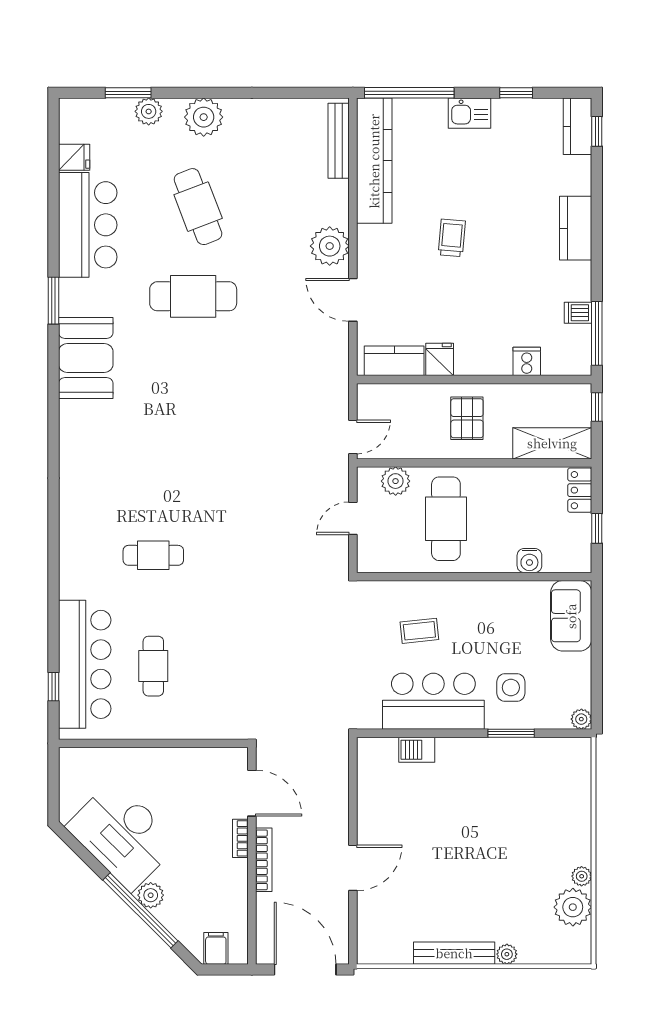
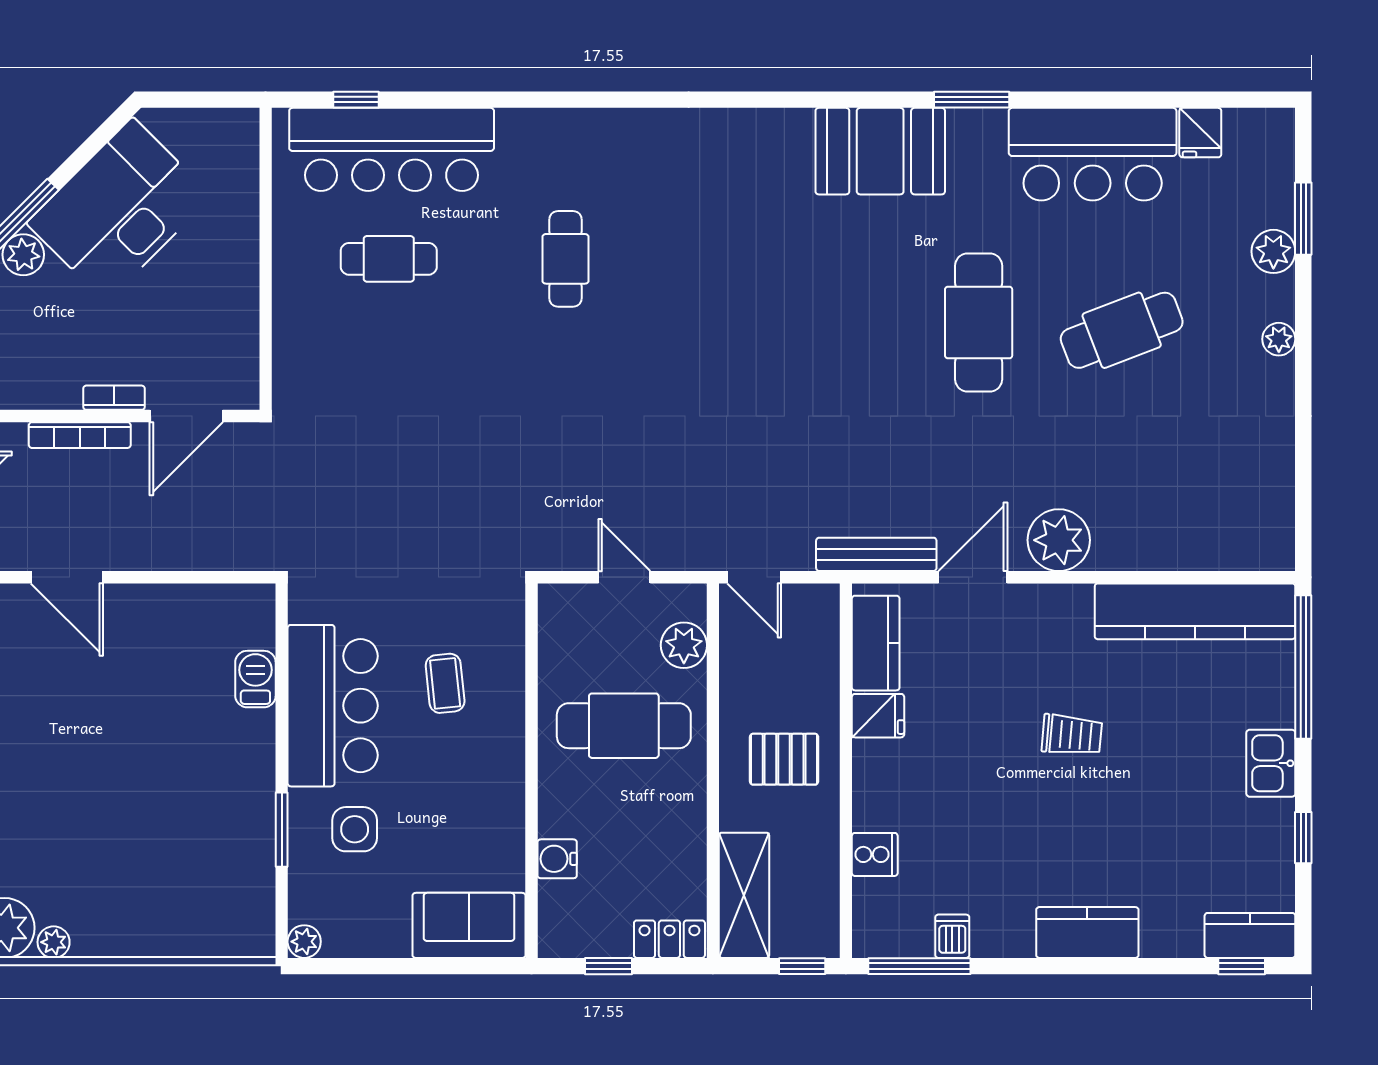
plant: (204, 117) -> (1279, 339), width x0.53, depth x0.53
bench: (339, 141) -> (876, 554), moved

